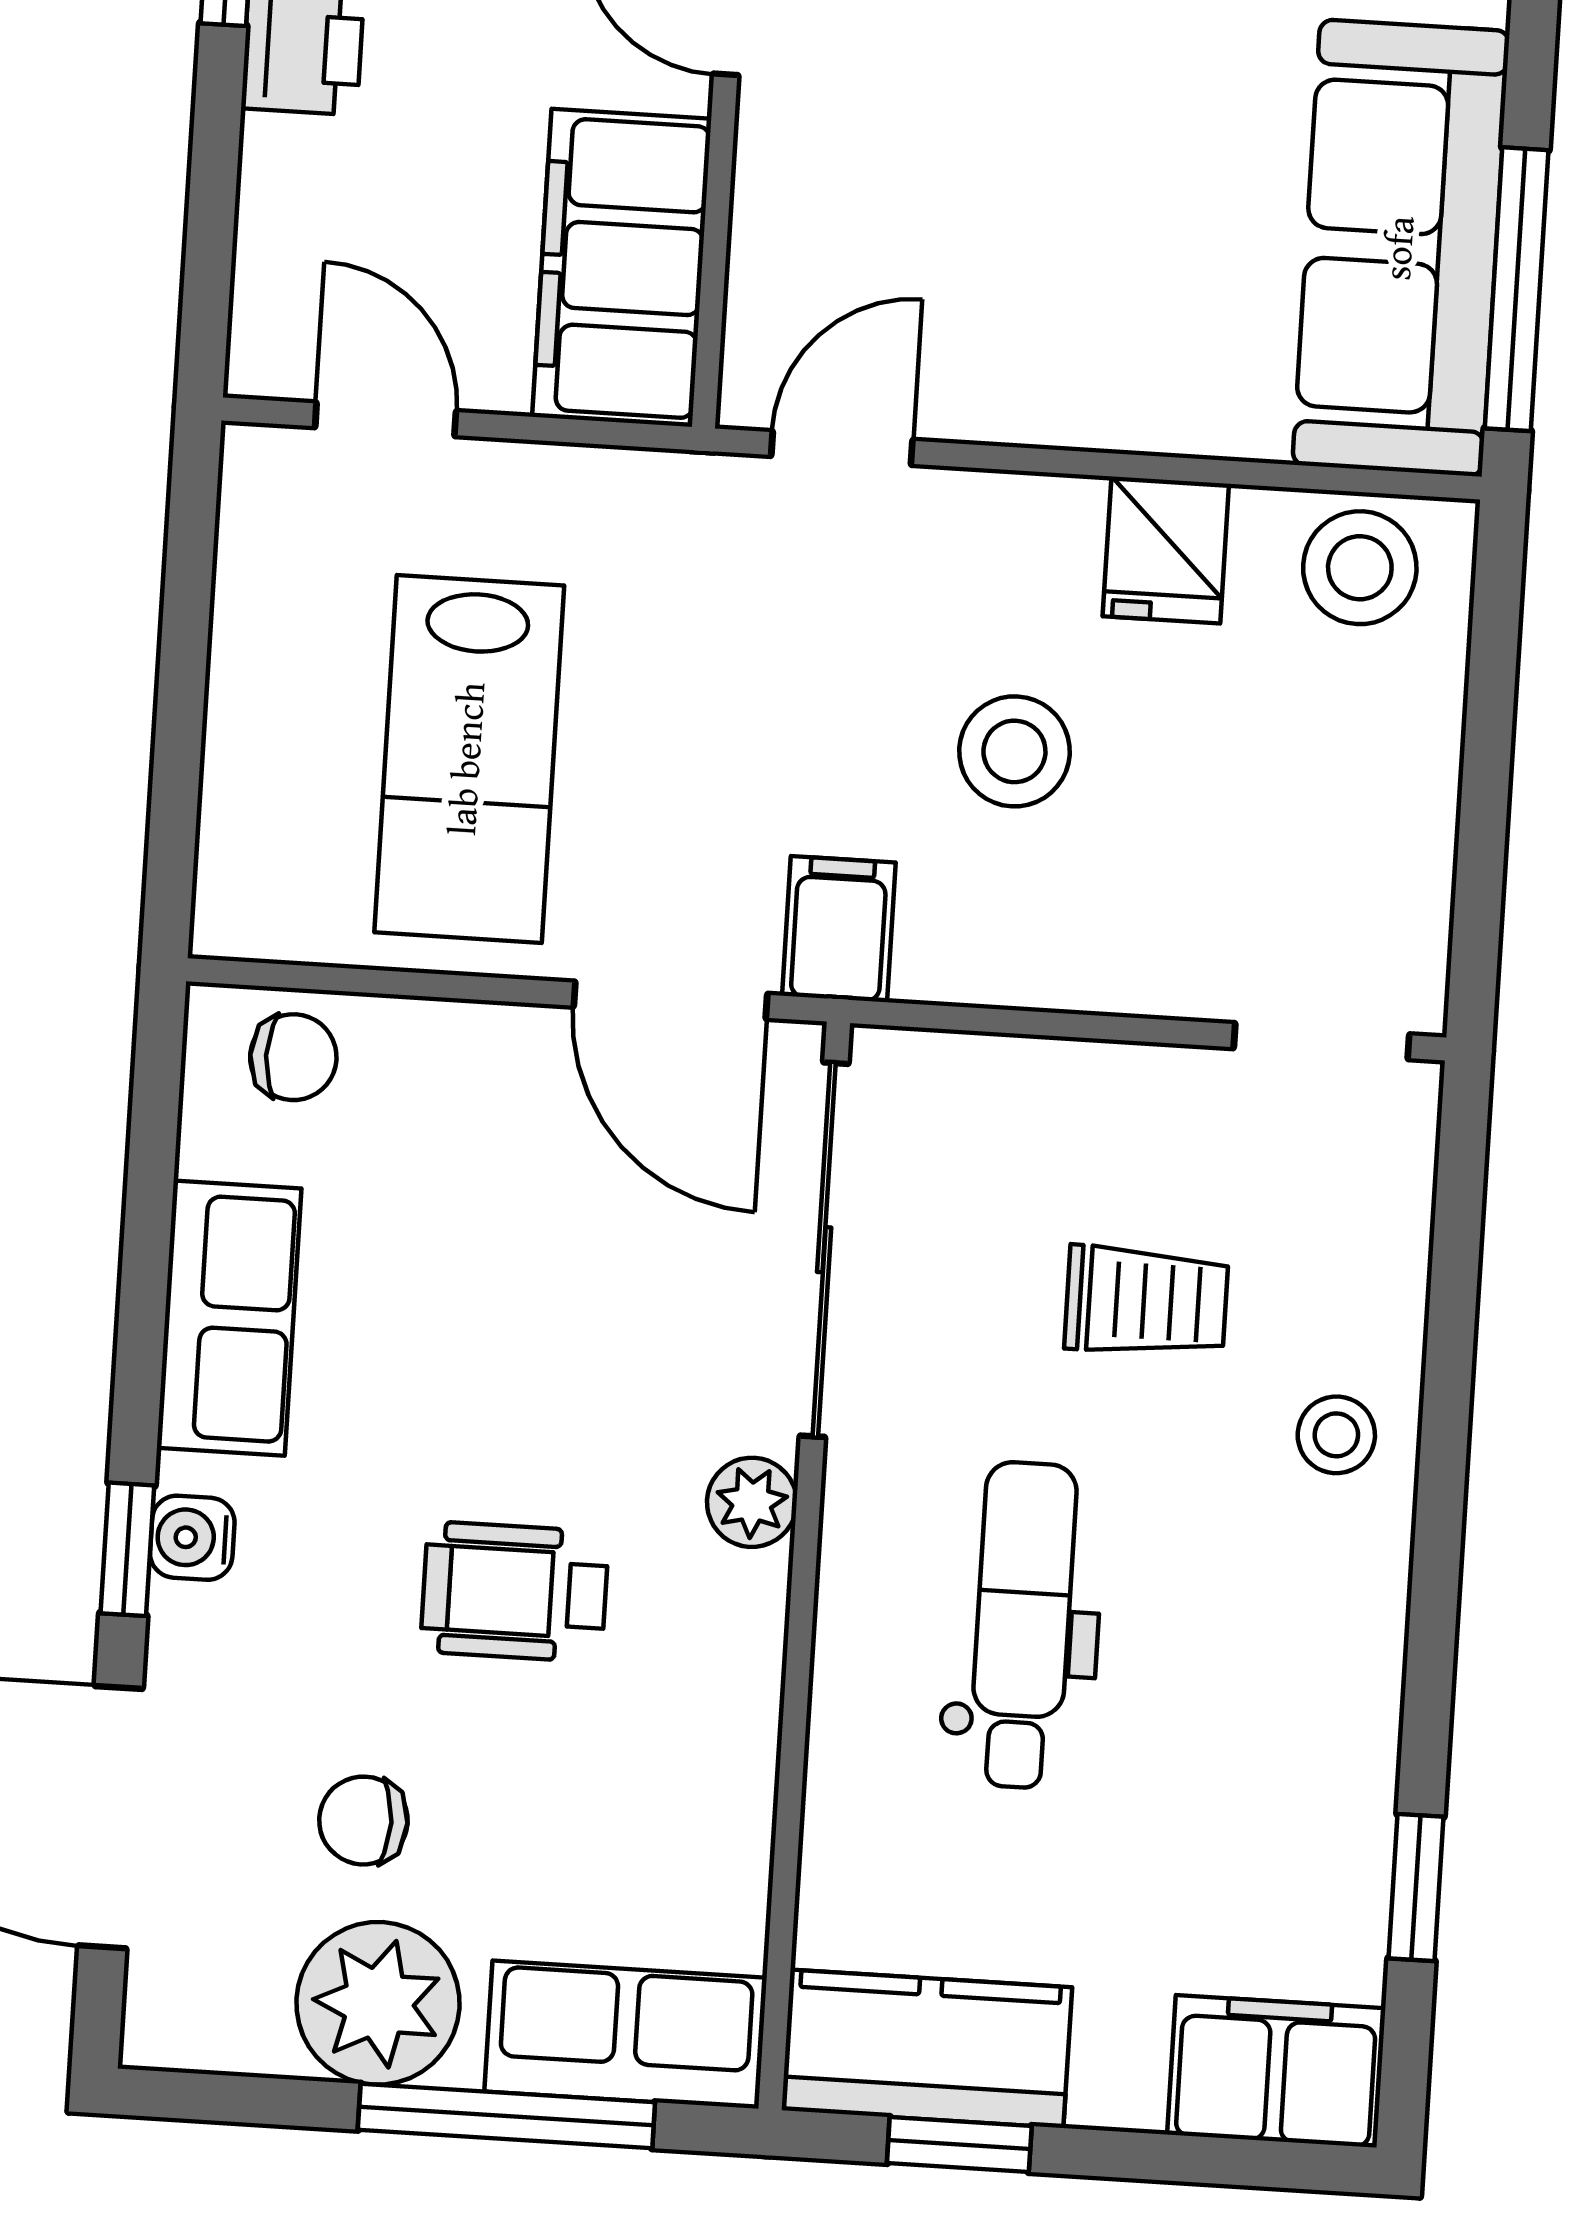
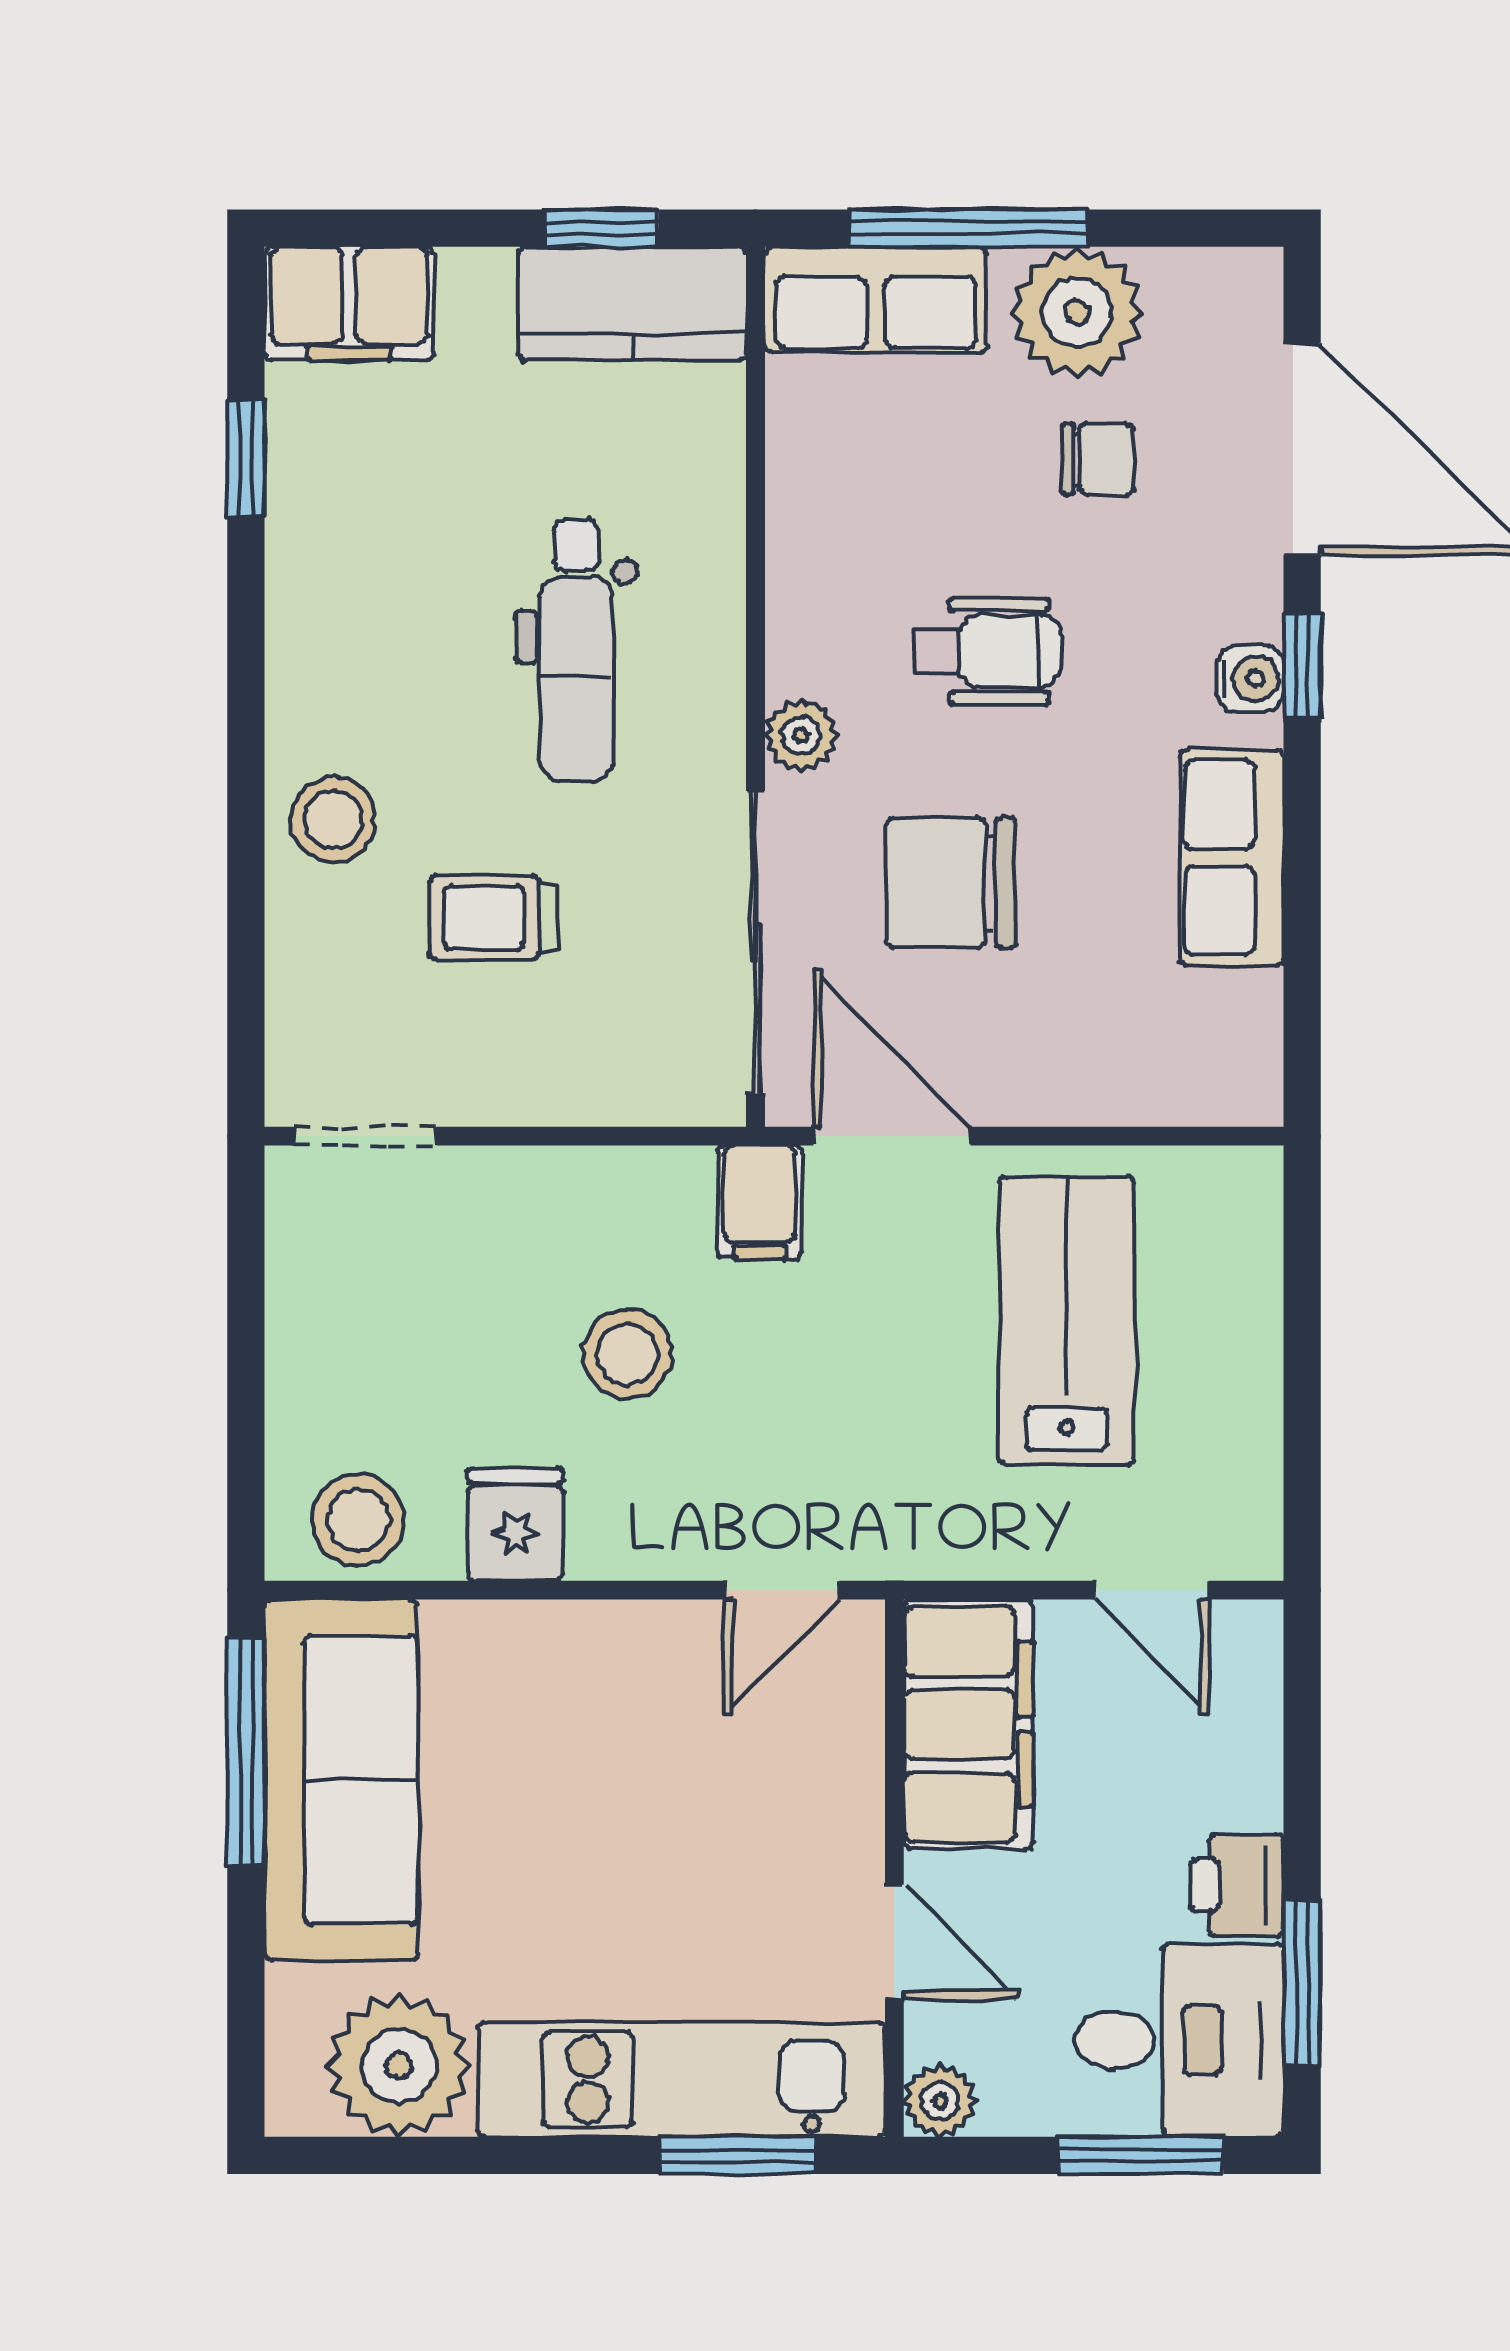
chair: (293, 1057) -> (951, 883), moved, width x1.87, depth x1.87
stool: (1336, 1435) -> (333, 819), width x1.37, depth x1.37

